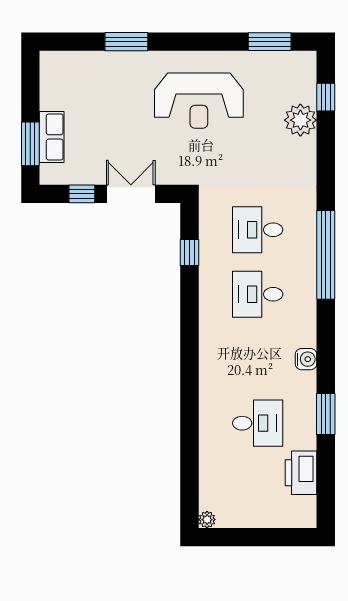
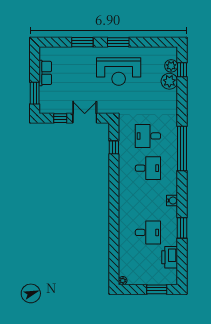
window: (270, 42) -> (118, 42), moved
plant: (304, 89) -> (171, 66), added
row of seats: (52, 137) -> (45, 73), moved
desk: (258, 294) -> (148, 168), turned 180
window: (275, 537) -> (157, 289), added

